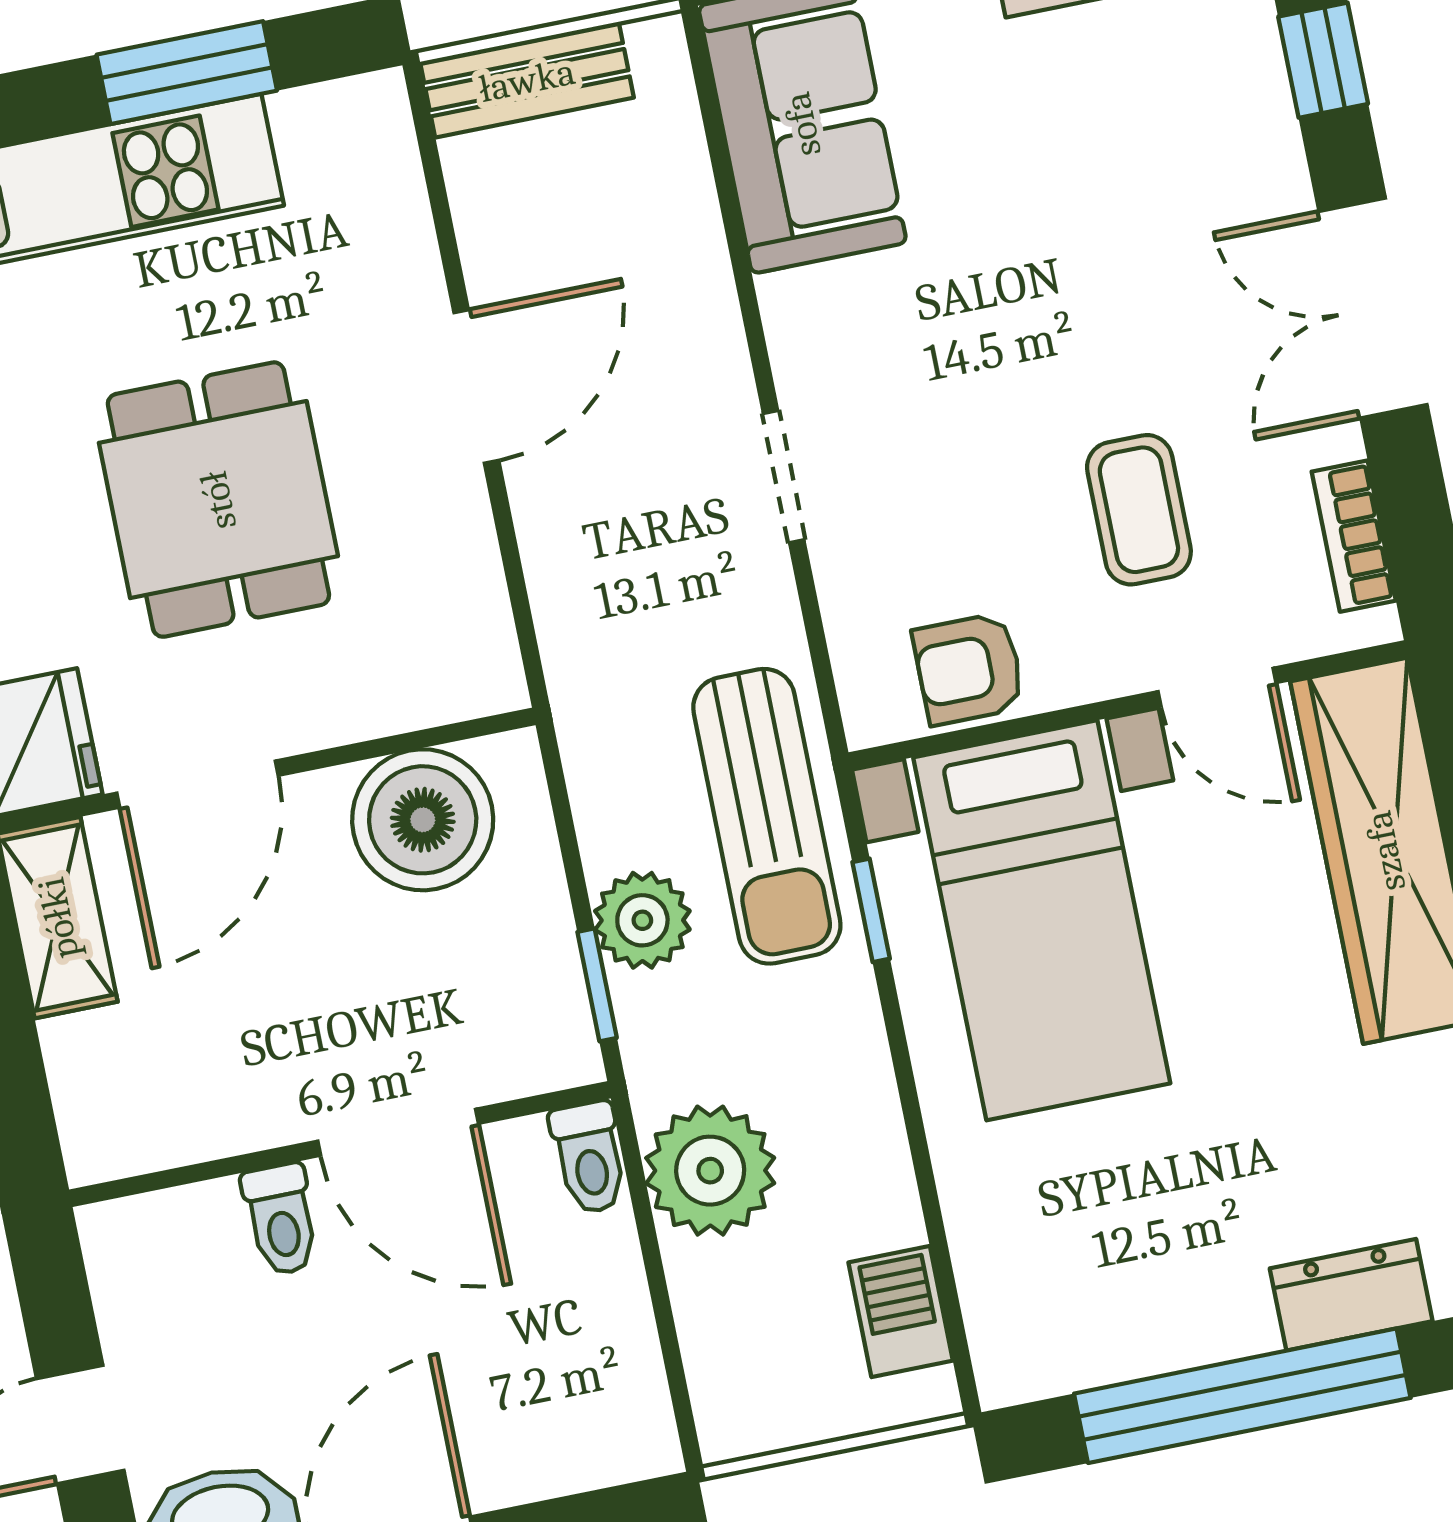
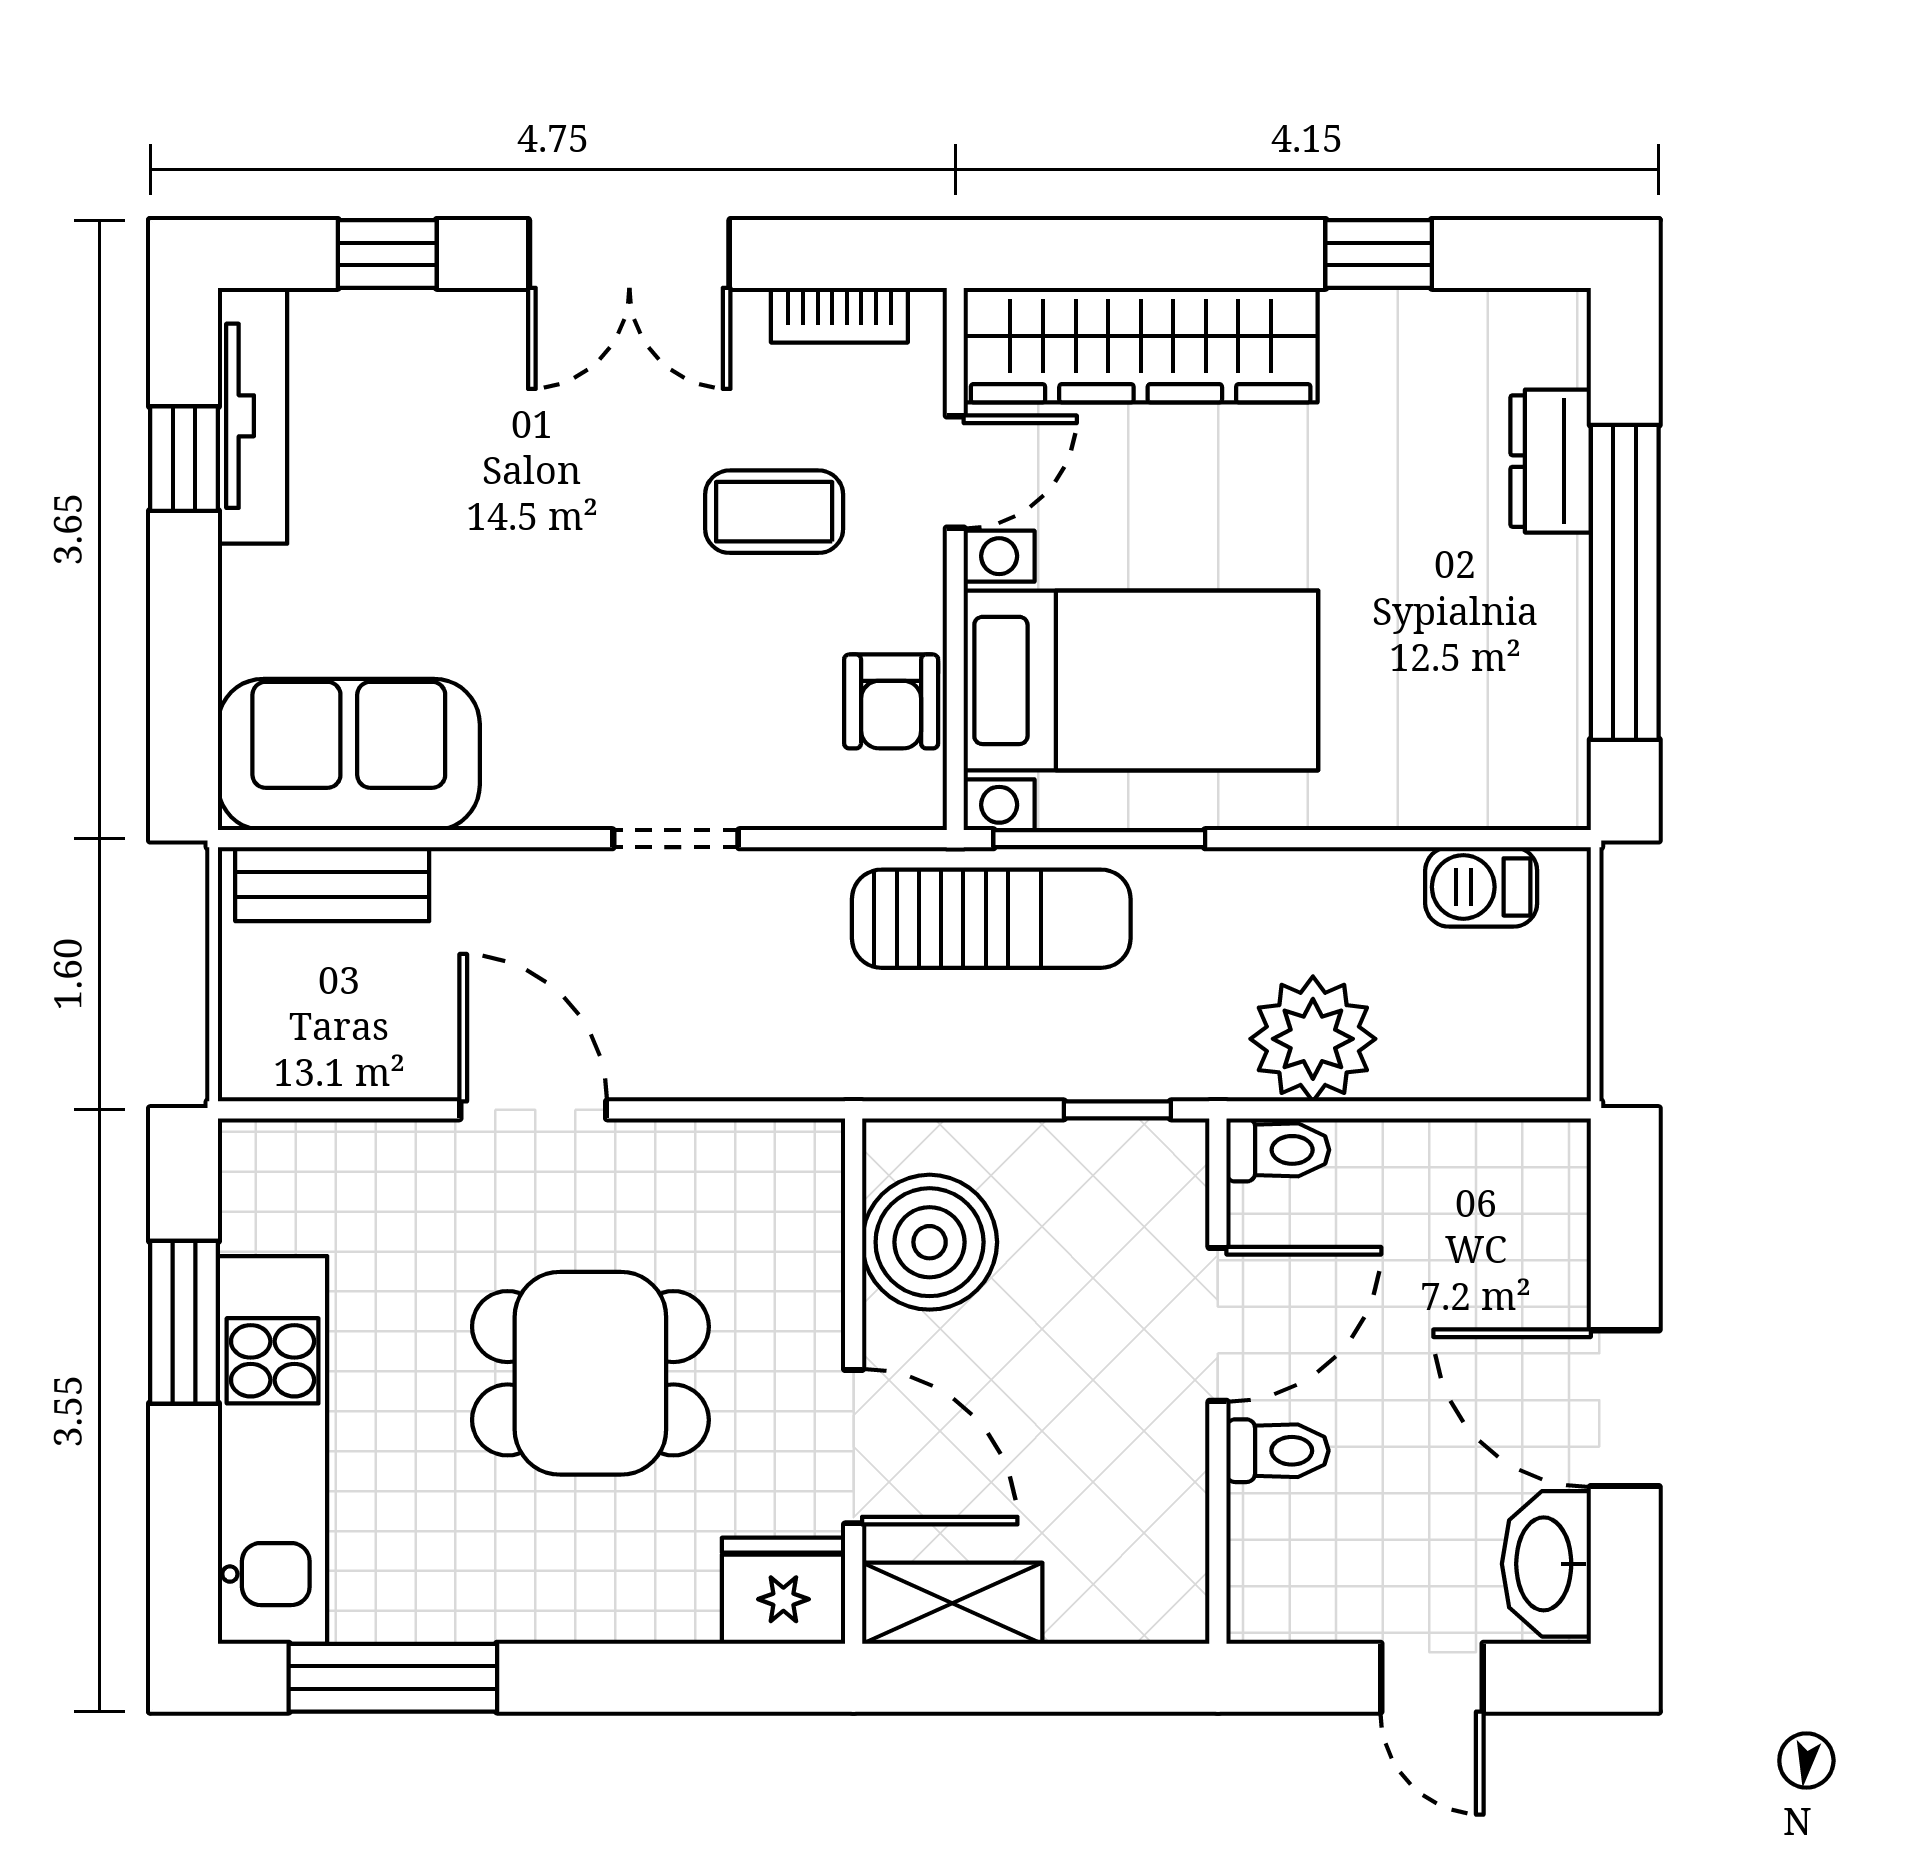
bench: (527, 80) -> (332, 884), moved, turned 90
window: (871, 910) -> (1099, 839), width x2.17
plant: (642, 920) -> (1065, 1055), removed

